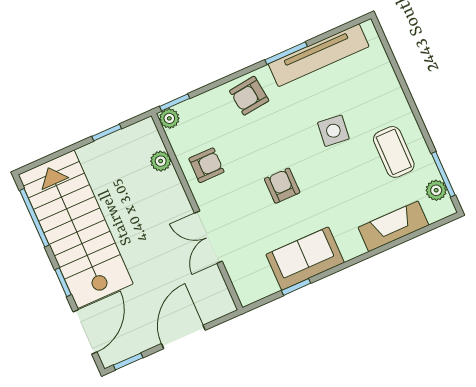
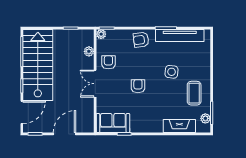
armchair: (206, 165) -> (108, 62), turned -90
double door: (208, 237) -> (95, 84), moved
sofa: (305, 259) -> (113, 123), moved

